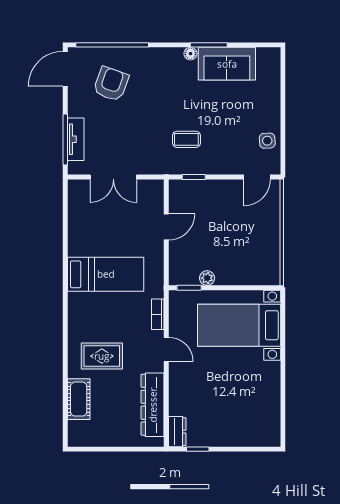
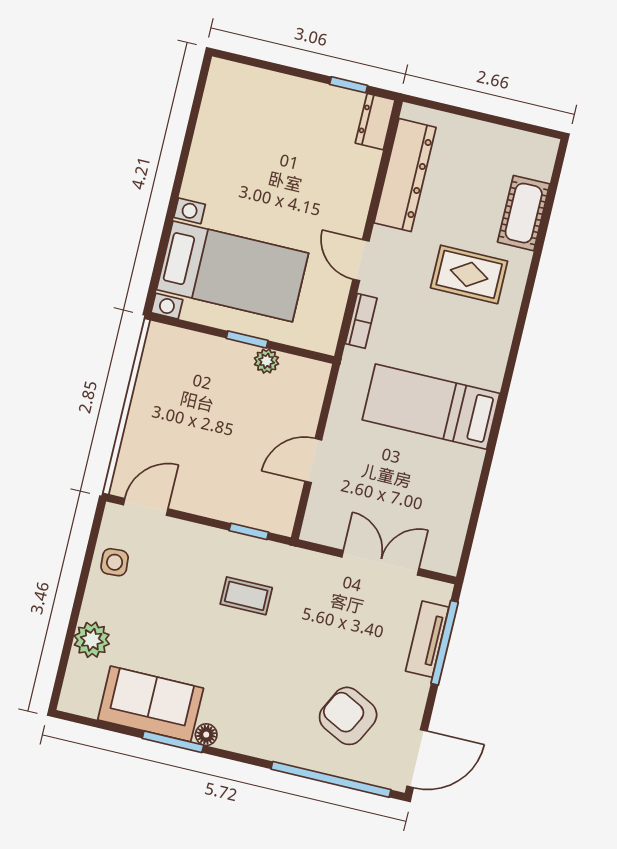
armchair: (111, 84) -> (348, 716), turned 97
plant: (270, 93) -> (92, 640), added
window: (189, 288) -> (247, 339), moved

